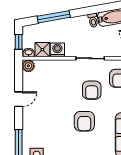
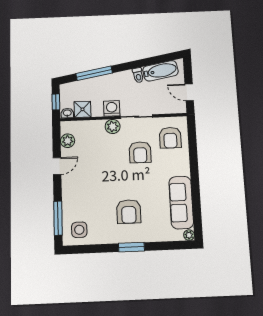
washing machine: (57, 50) -> (112, 108), moved
plant: (28, 66) -> (68, 141), moved
plant: (68, 66) -> (113, 126), added
armchair: (84, 121) -> (129, 212), moved

